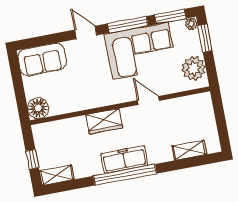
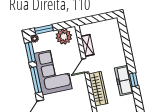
wardrobe: (104, 121) -> (98, 89), width x1.50
shelving: (189, 150) -> (87, 45), moved
window: (125, 175) -> (134, 80), width x0.32

